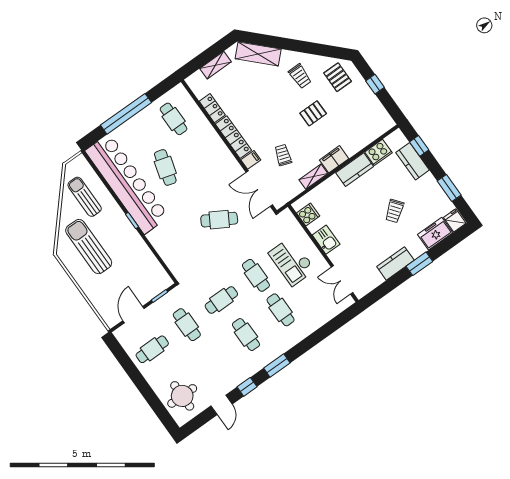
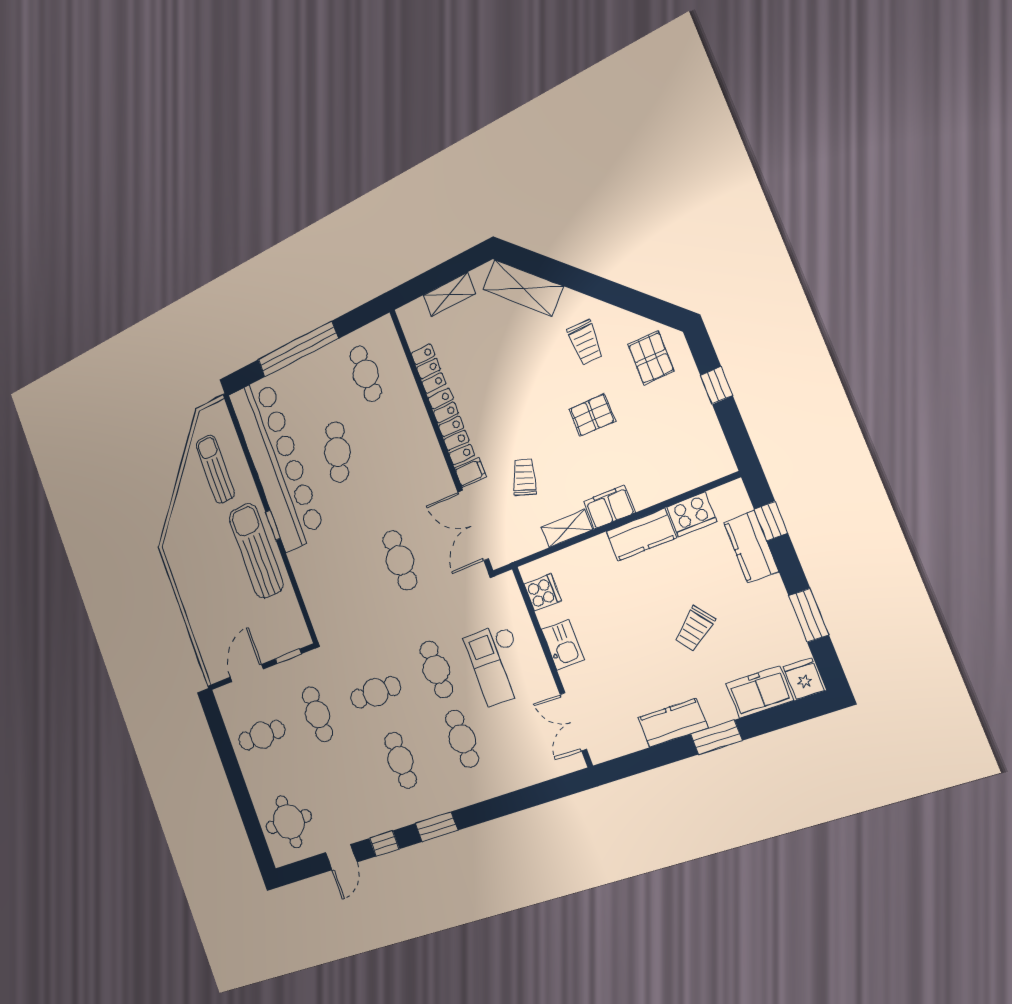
cafe table: (219, 220) -> (400, 560), turned 60
sun lounger: (89, 247) -> (256, 551), moved

